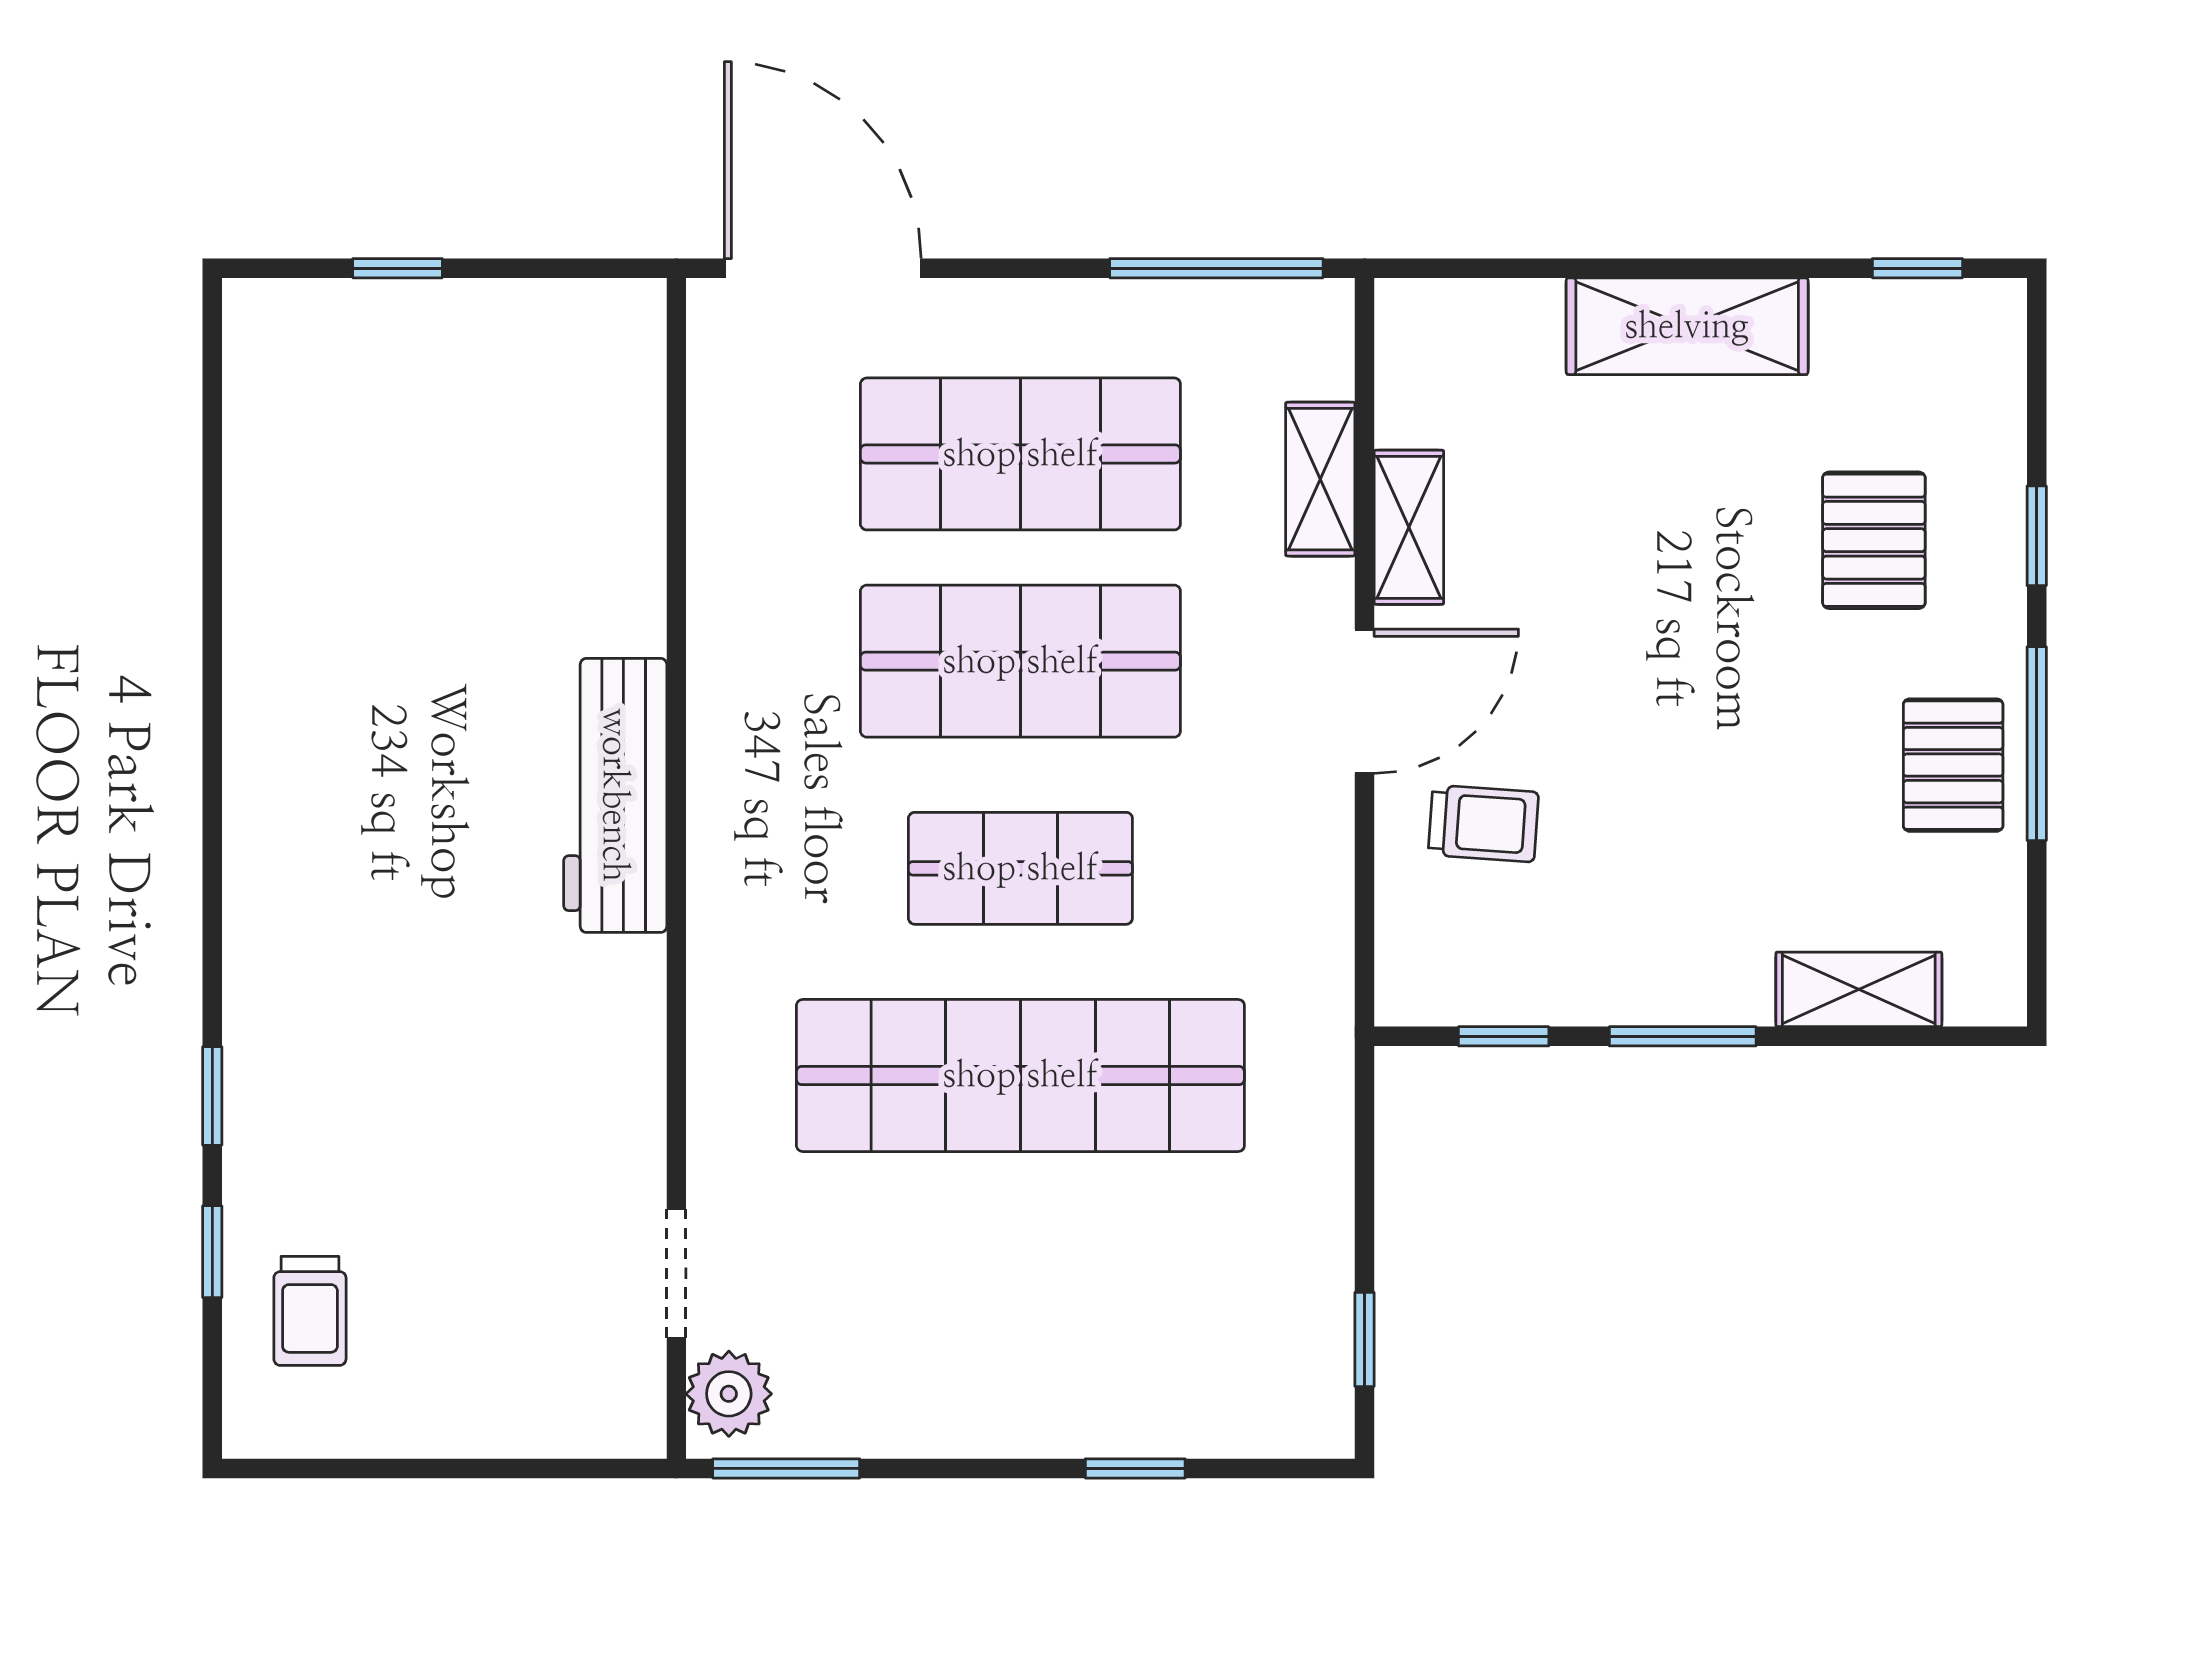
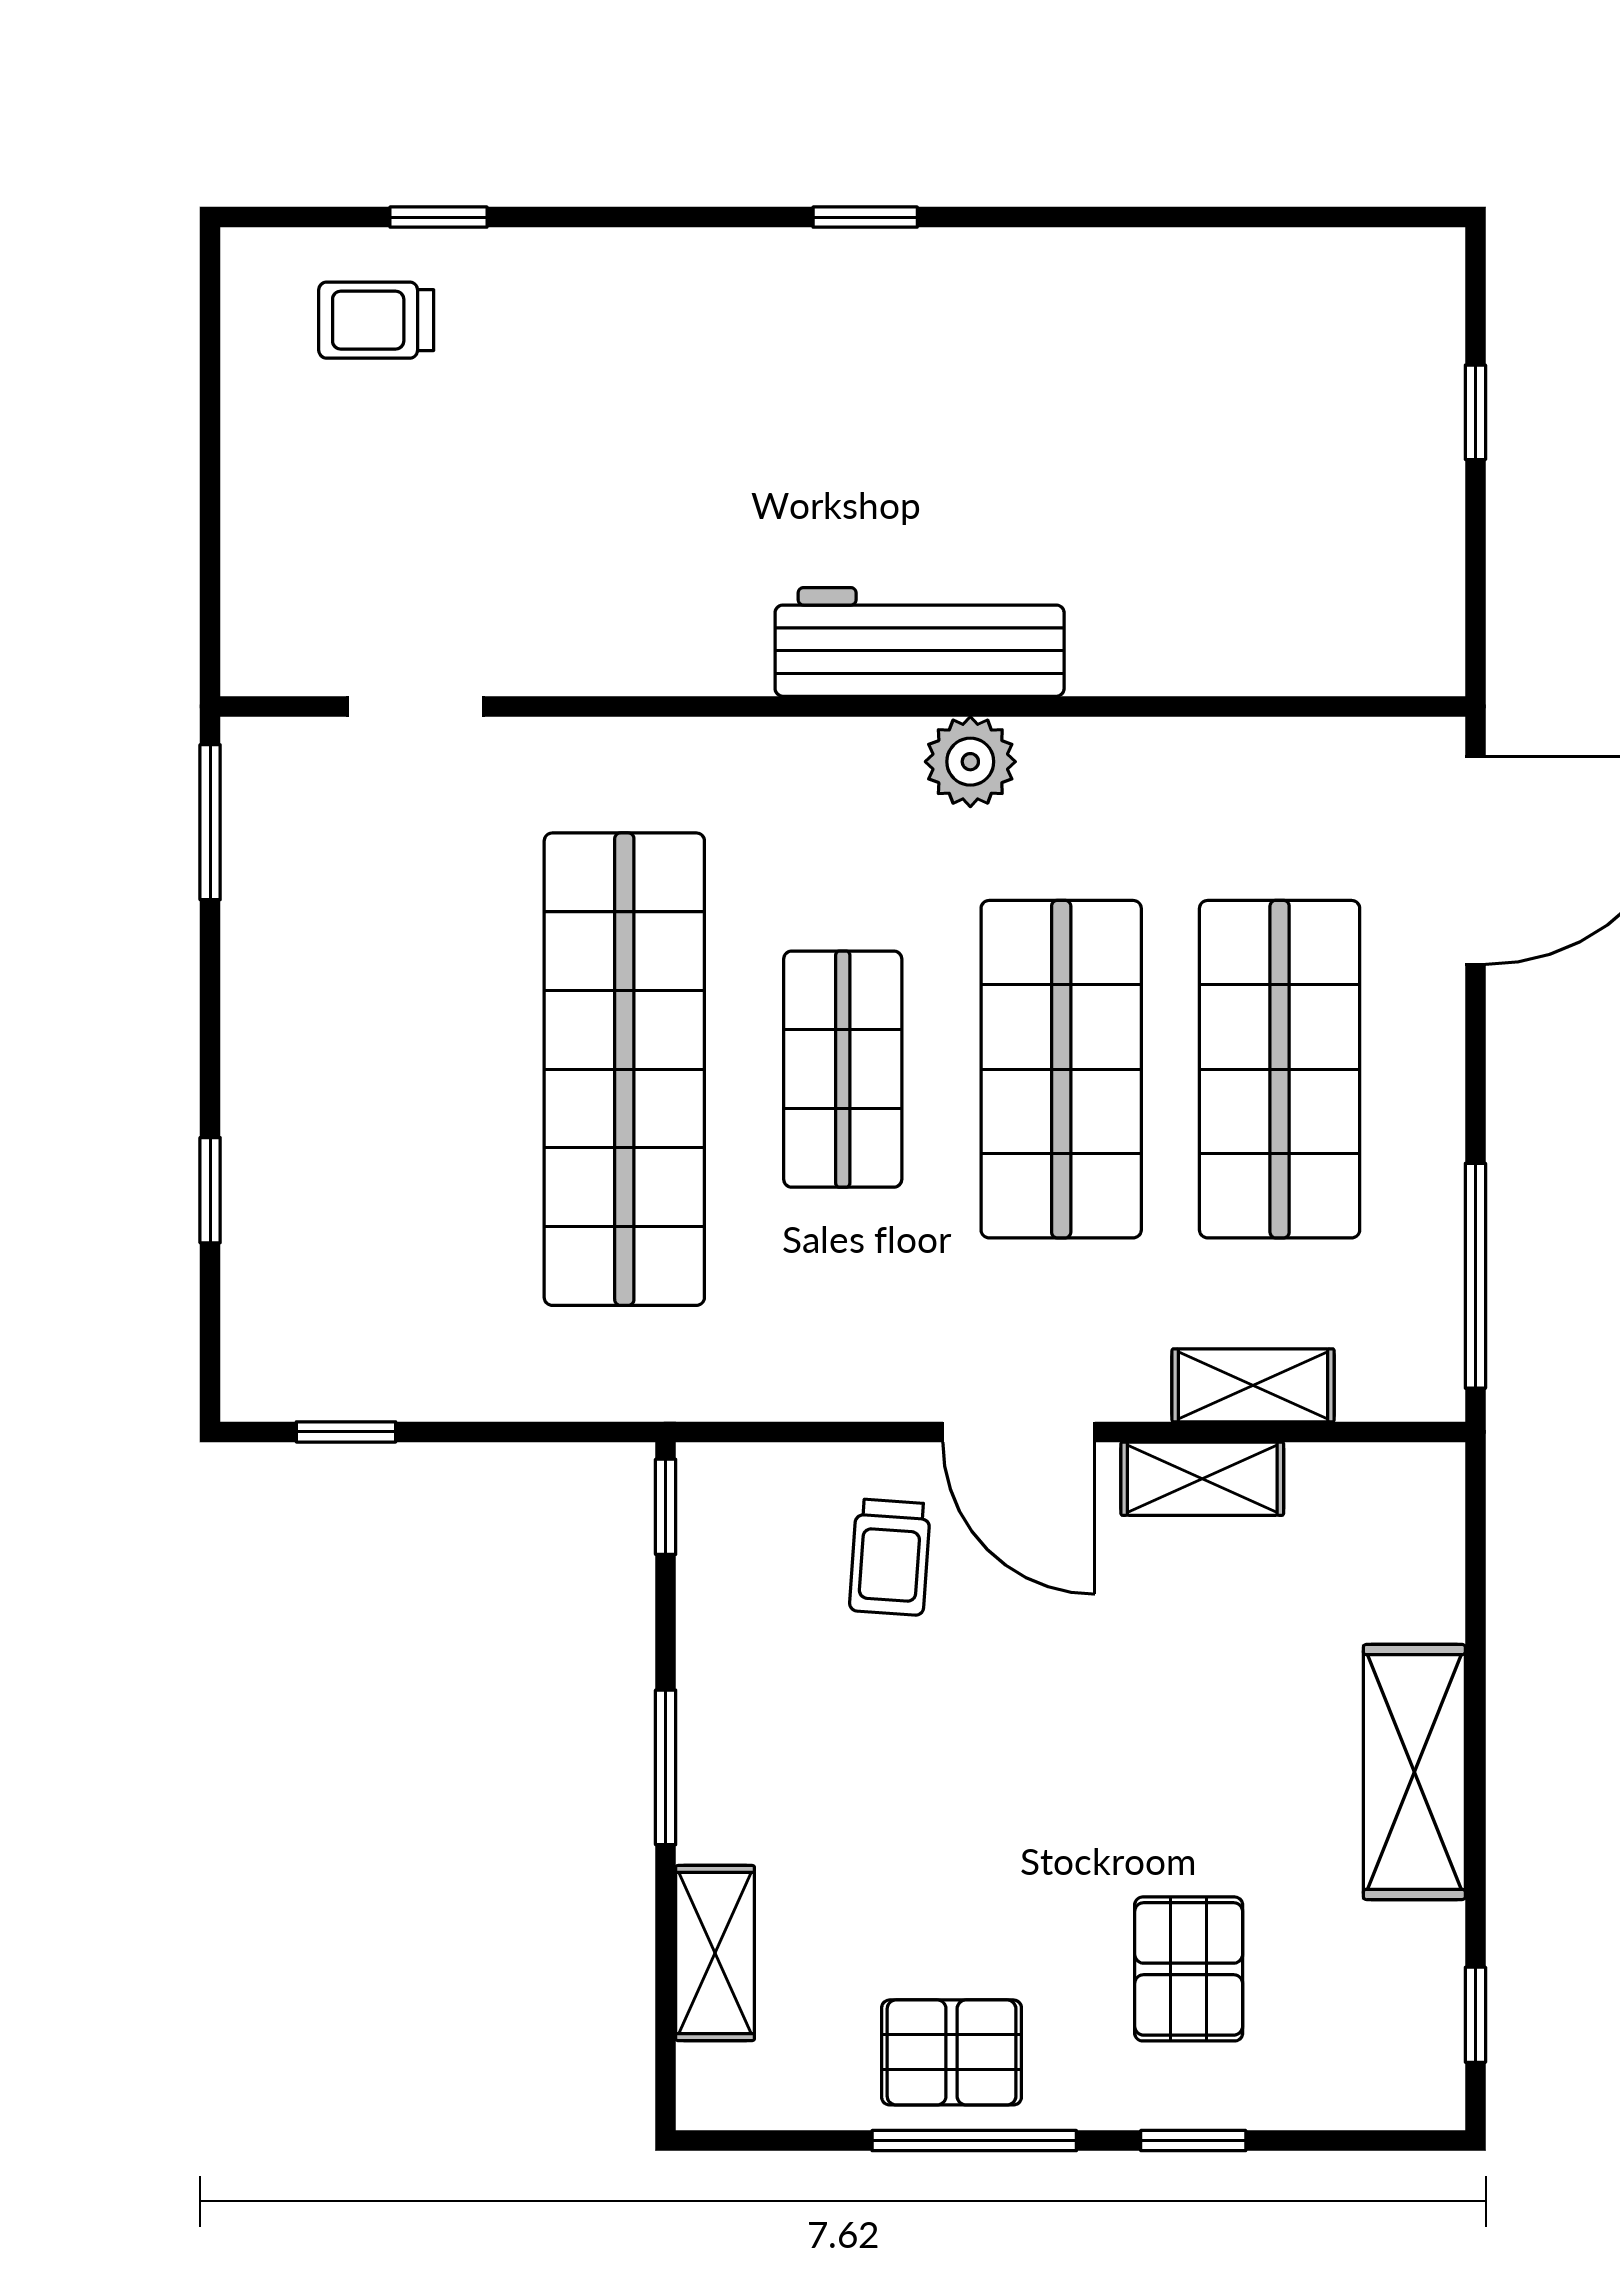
pallet: (1874, 540) -> (1189, 1969), turned 90
window: (1504, 1036) -> (666, 1507), moved
window: (212, 1096) -> (865, 217), moved
plant: (729, 1394) -> (970, 762), moved

